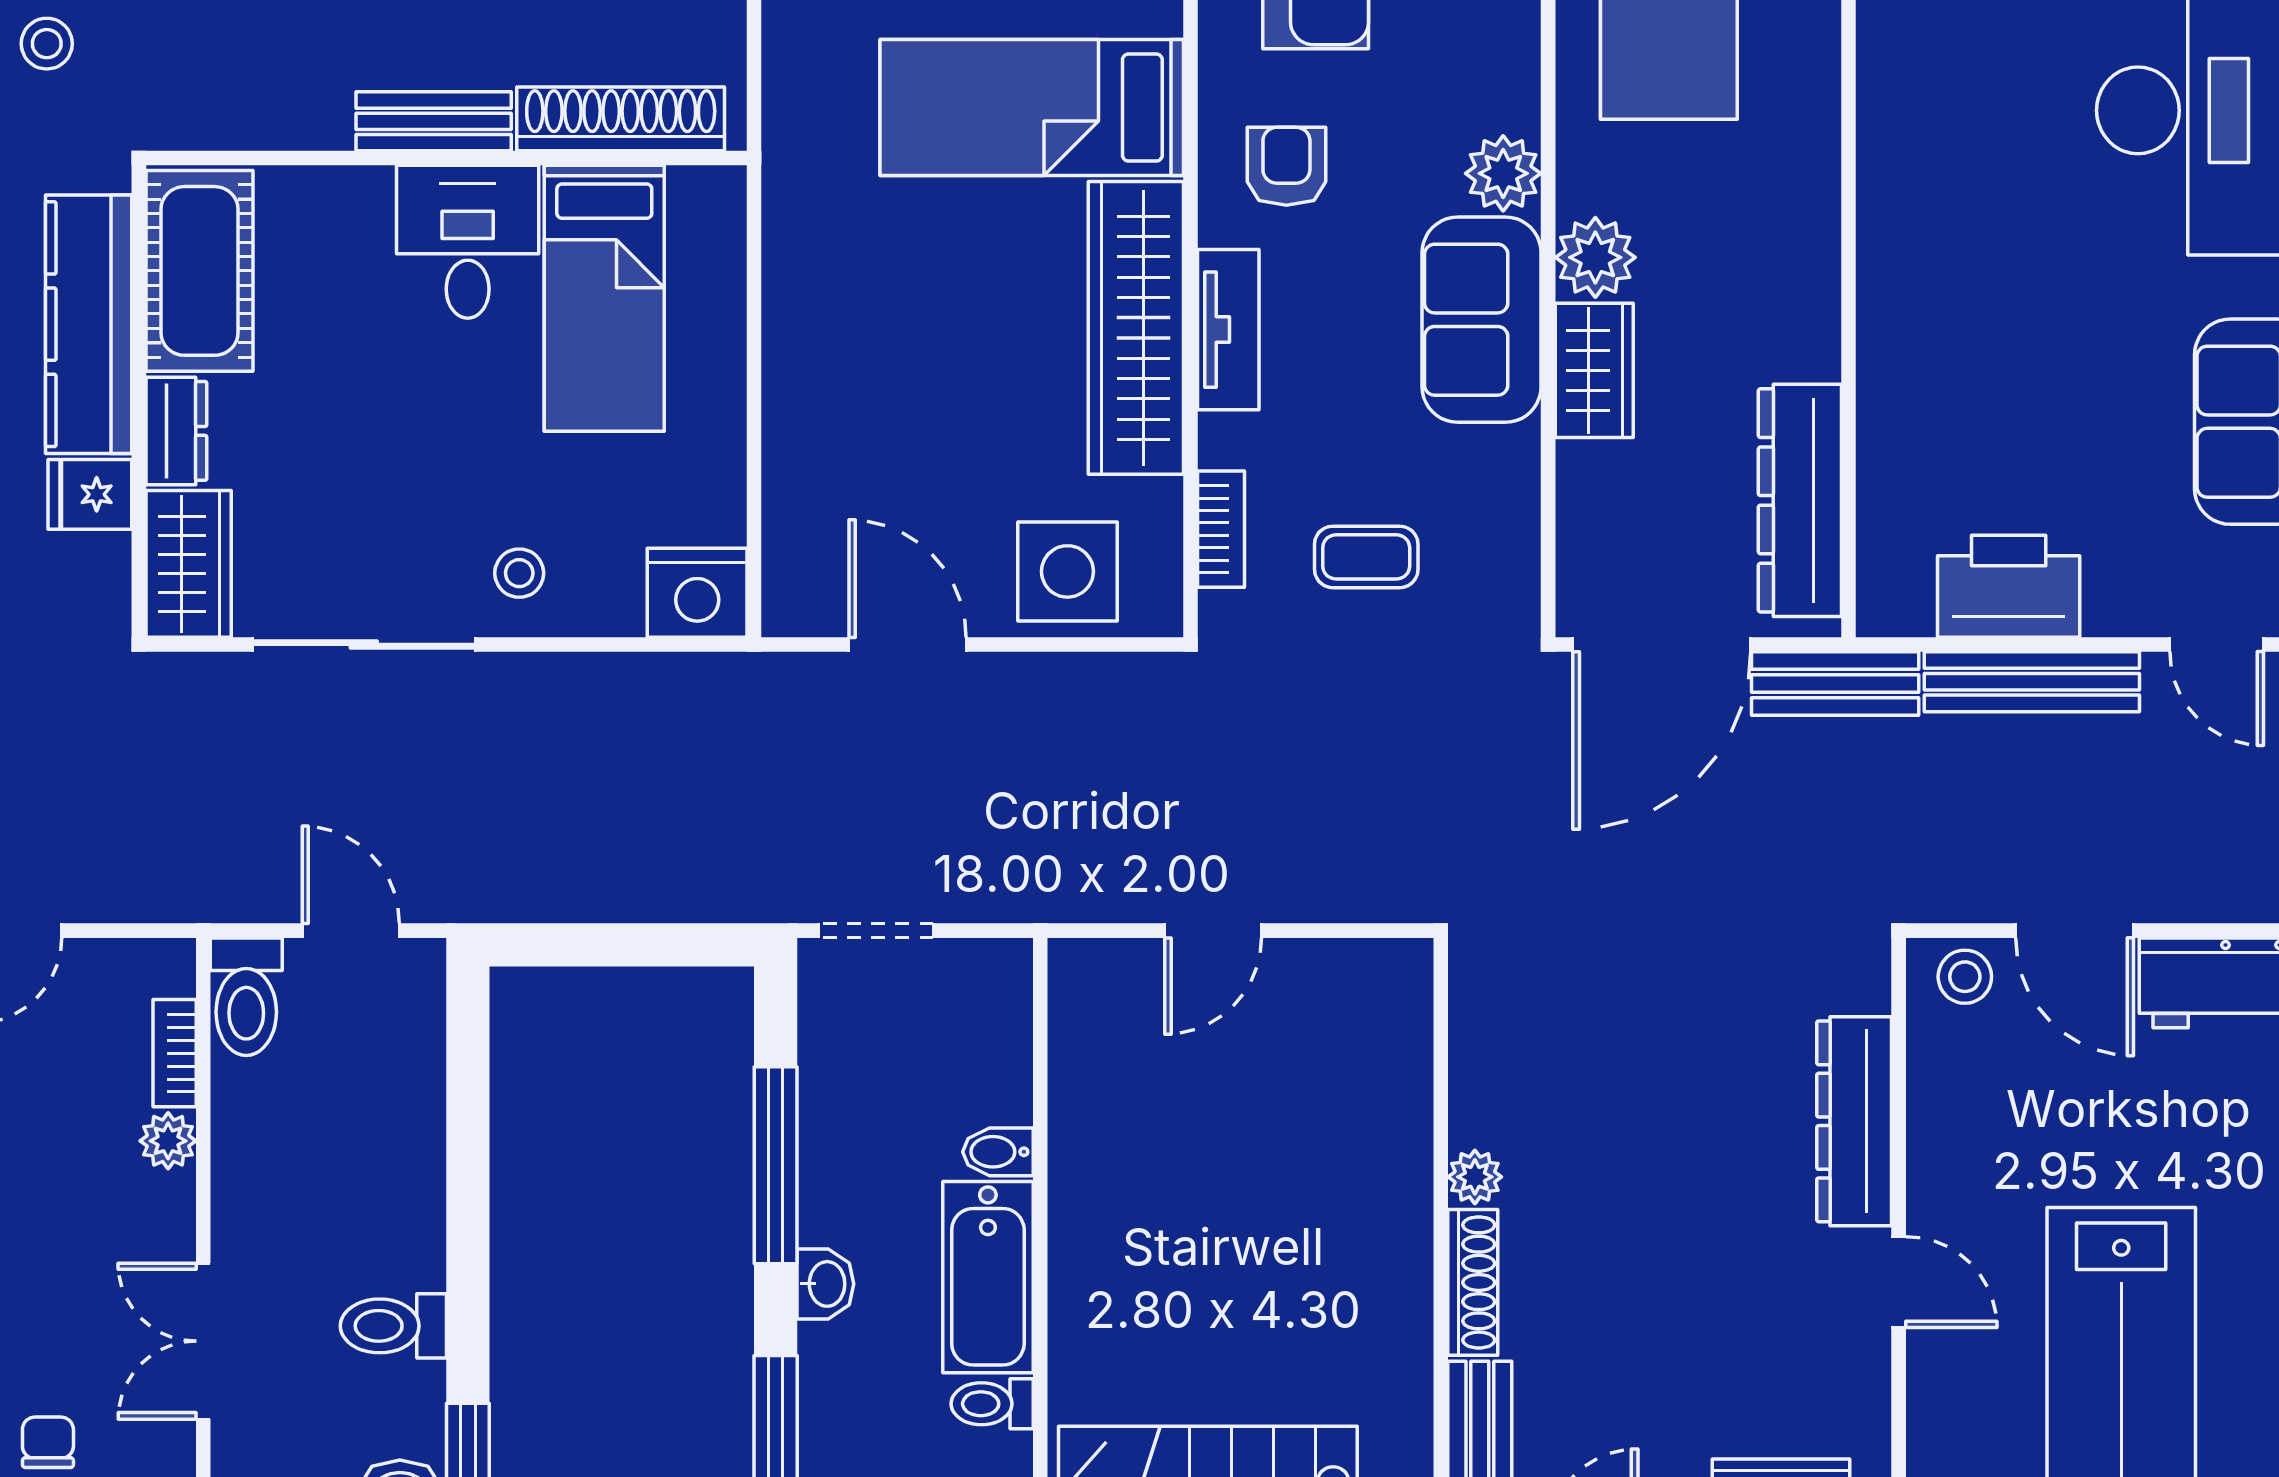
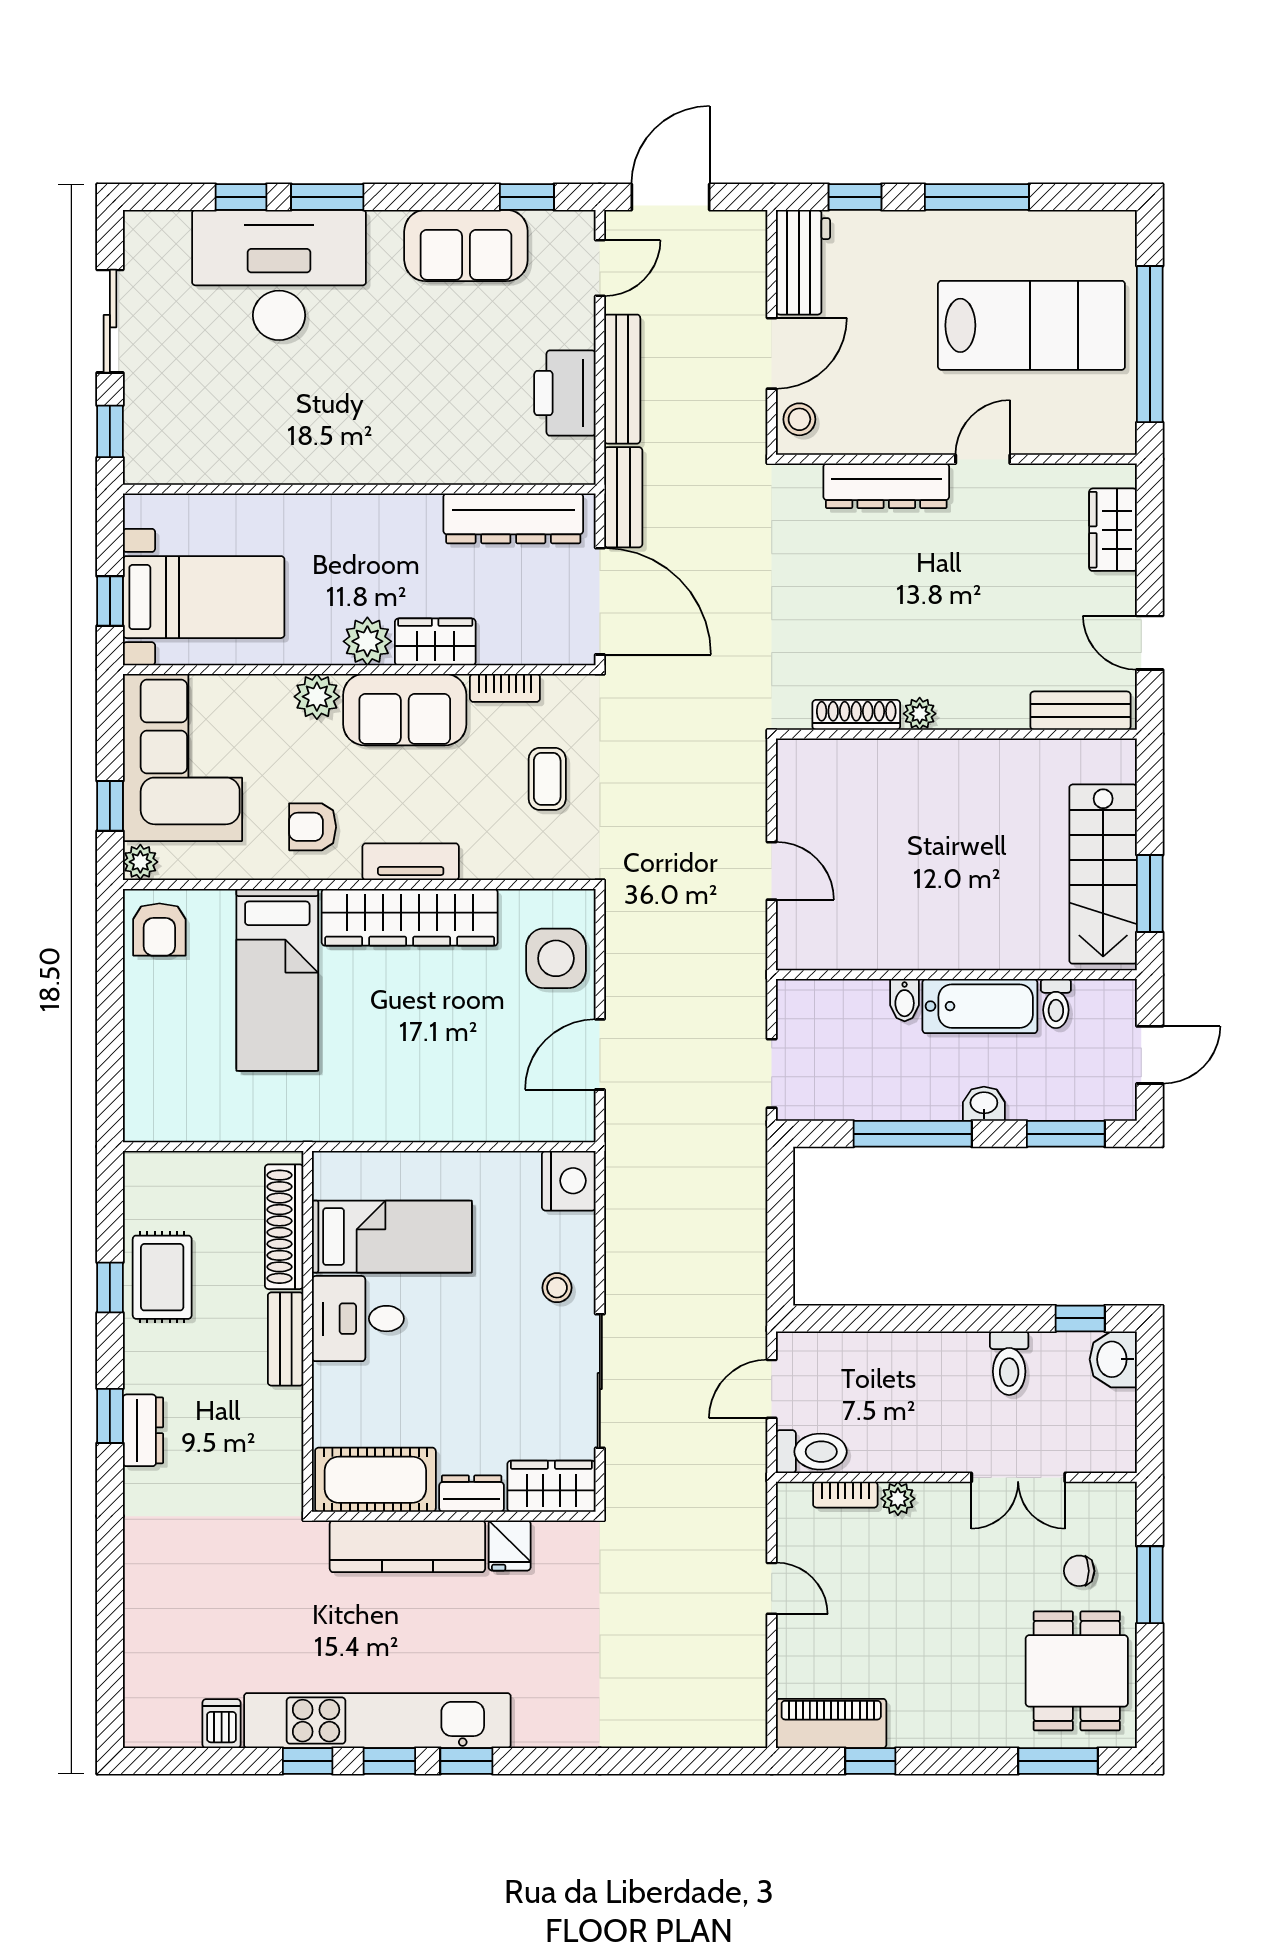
stool: (47, 44) -> (239, 1571), removed
bookcase: (1221, 529) -> (505, 688), moved, turned 180
shoe rack: (1473, 1282) -> (856, 715), moved

